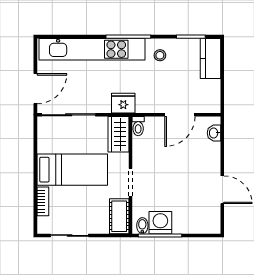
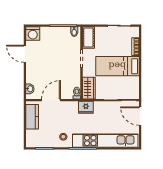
kitchen counter: (210, 58) -> (32, 117), moved
door: (35, 89) -> (140, 116), hinge flipped
washing machine: (160, 223) -> (33, 34), moved

